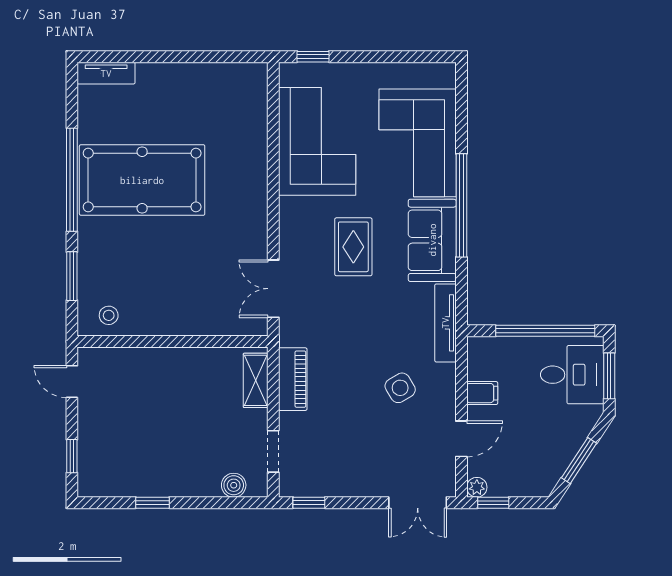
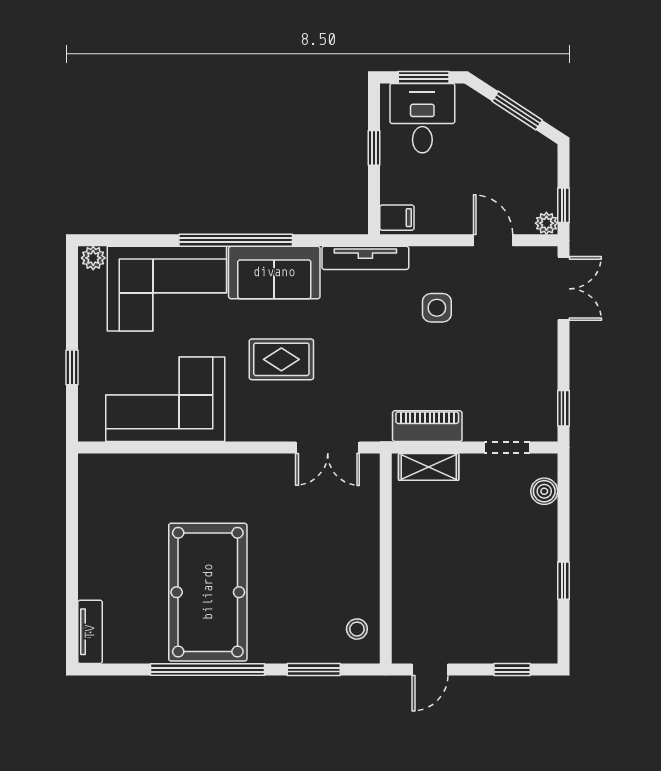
window: (313, 57) -> (72, 367), moved
plant: (445, 76) -> (93, 258), added
window: (545, 331) -> (374, 148), width x0.32
side table: (400, 388) -> (437, 308), turned 31
filing cabinet: (482, 393) -> (397, 218), moved, turned 90

